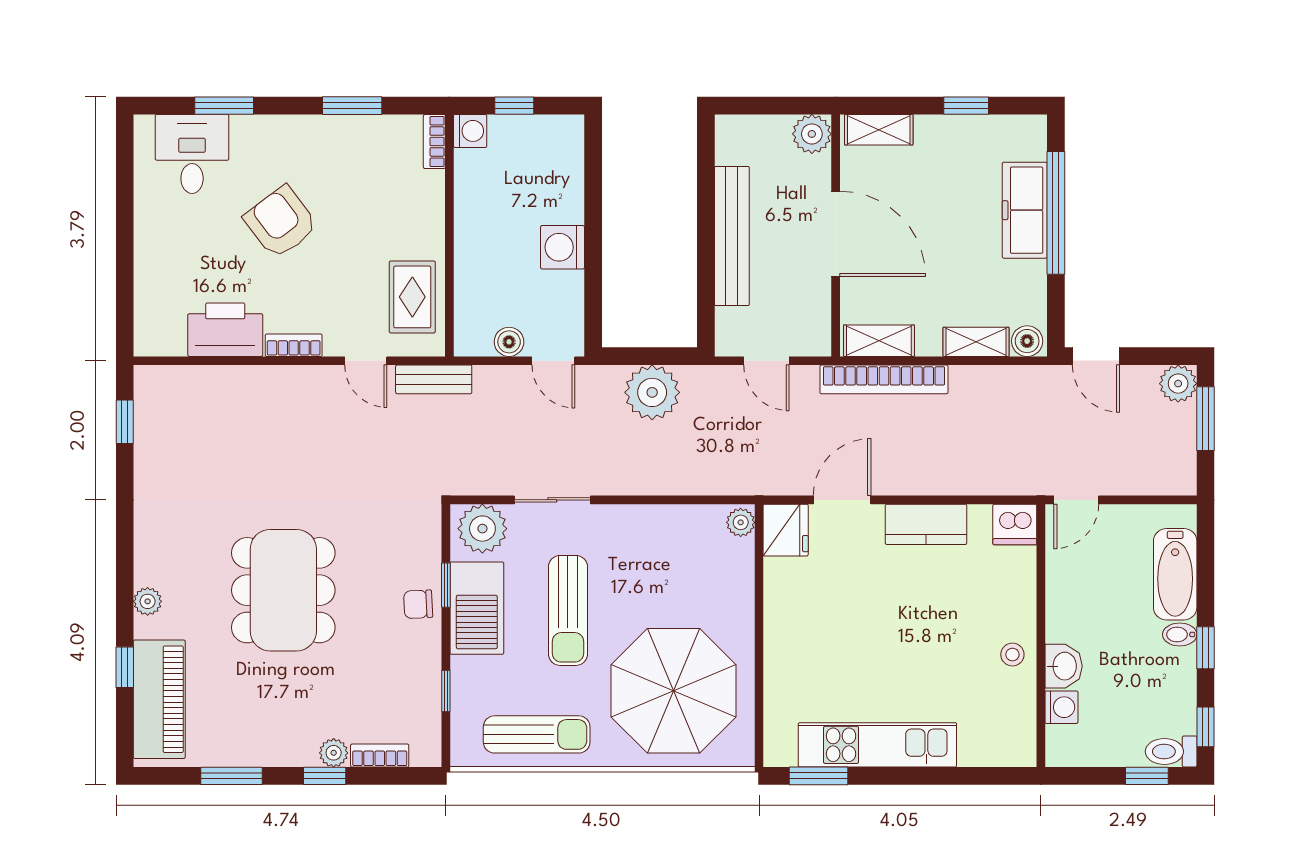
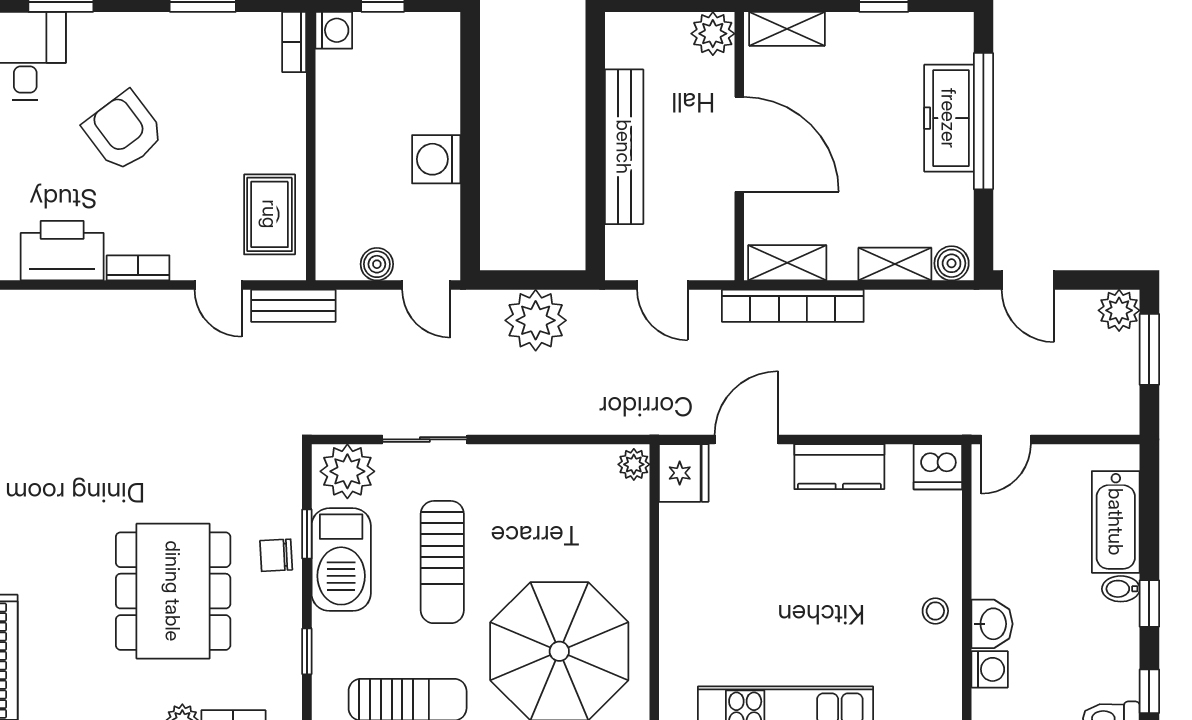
dining table: (283, 590) -> (173, 591), moved

